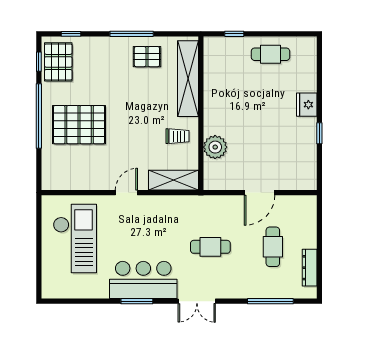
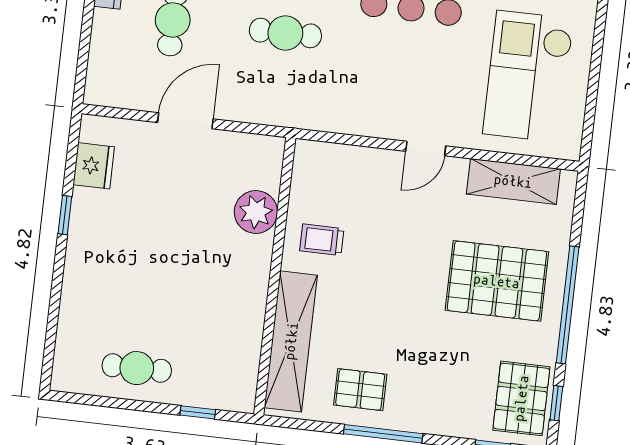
fridge: (307, 105) -> (94, 166), moved
shelving: (173, 180) -> (513, 181), moved

